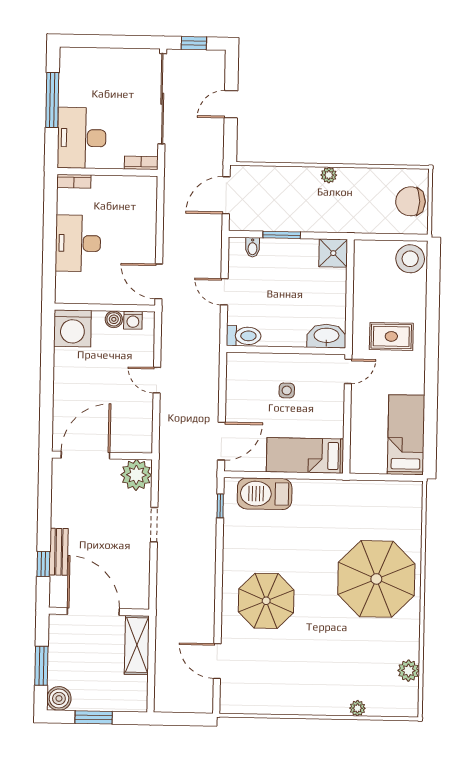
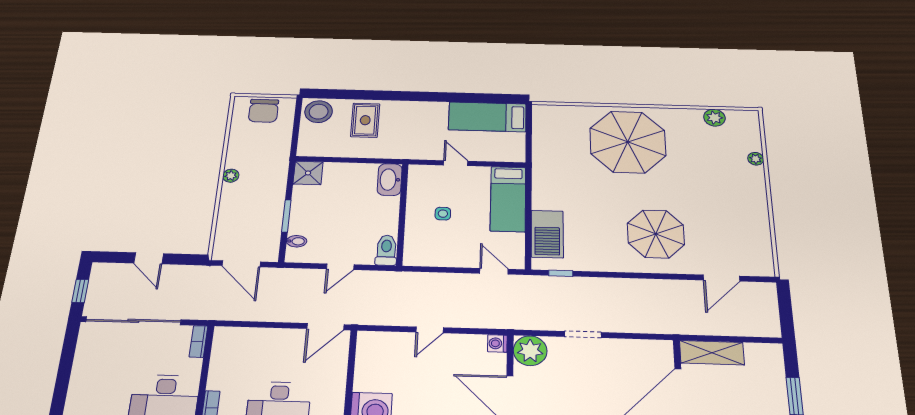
boiler: (114, 319) -> (363, 370), removed
washing machine: (133, 320) -> (497, 343), moved, turned 180
rug: (391, 336) -> (365, 120), moved
door: (348, 371) -> (456, 163), moved
door: (221, 441) -> (494, 271), width x0.73

